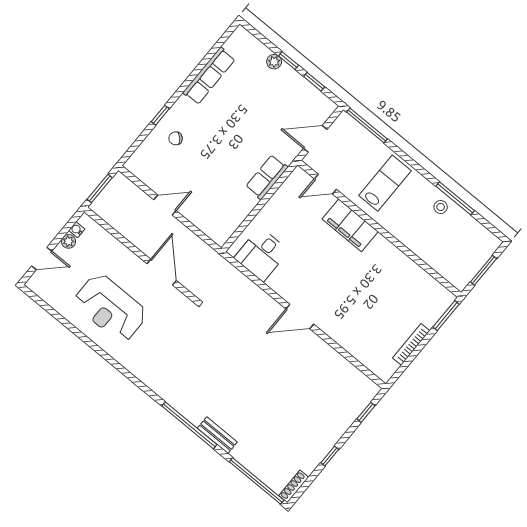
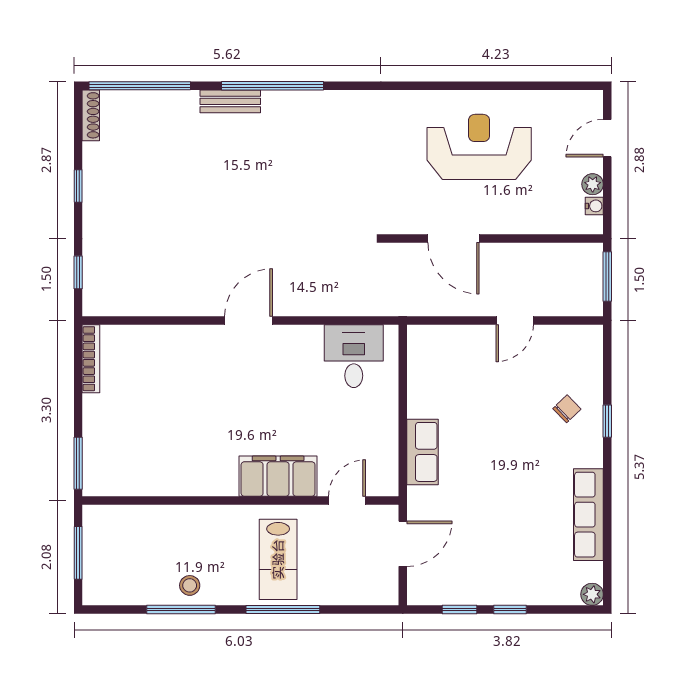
plant: (274, 62) -> (592, 594), moved
window: (367, 126) -> (283, 610), moved
bookcase: (411, 344) -> (91, 359), moved

